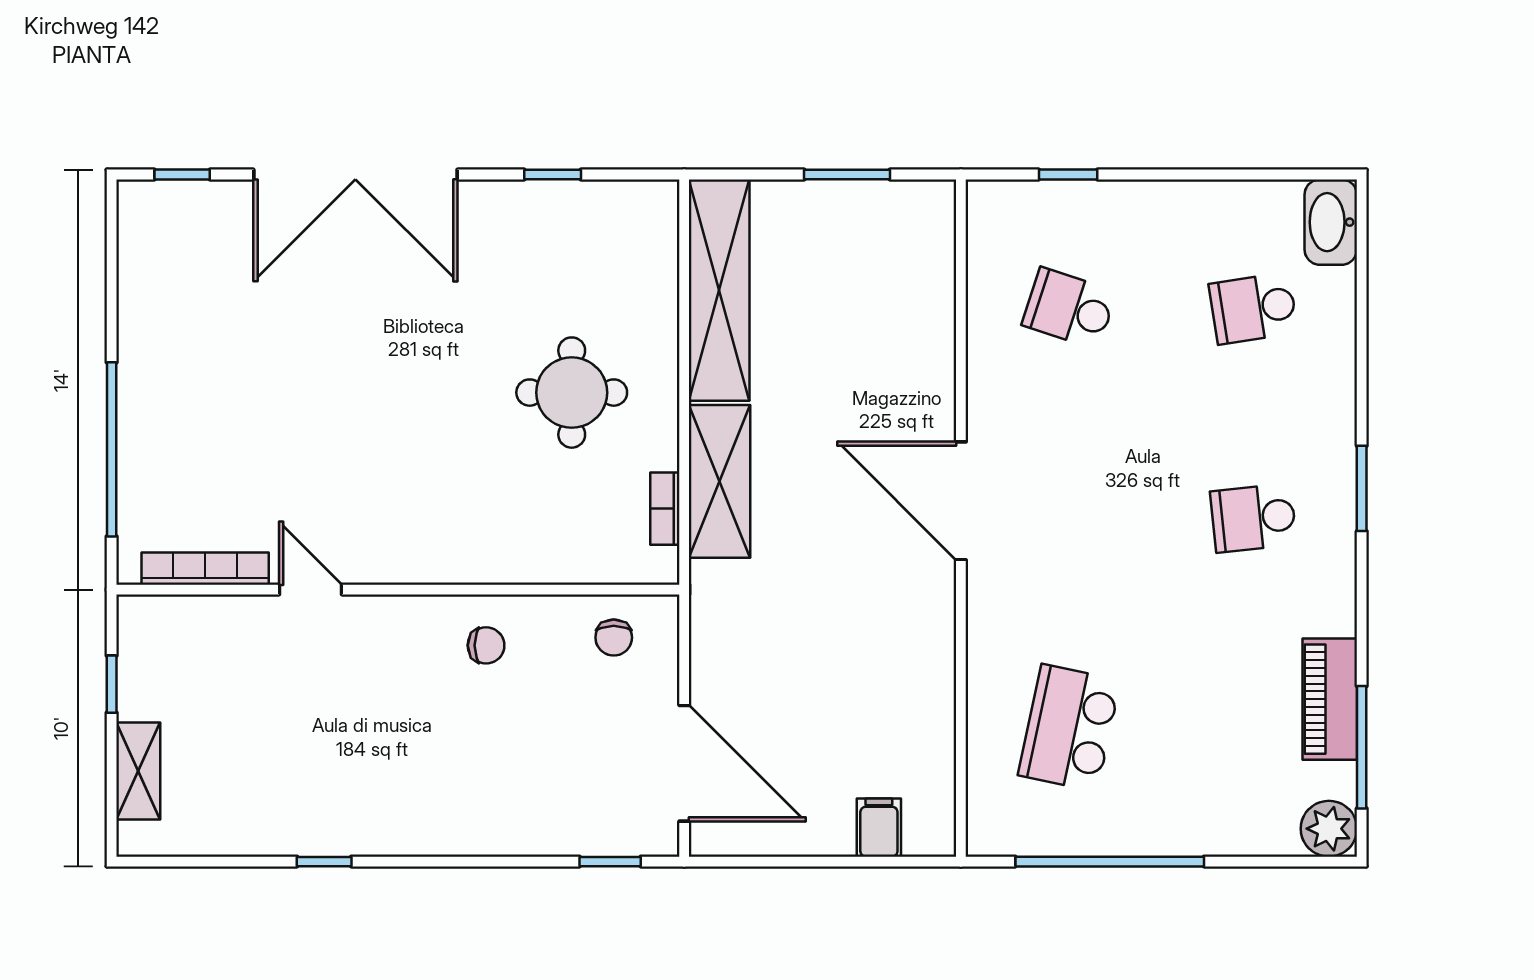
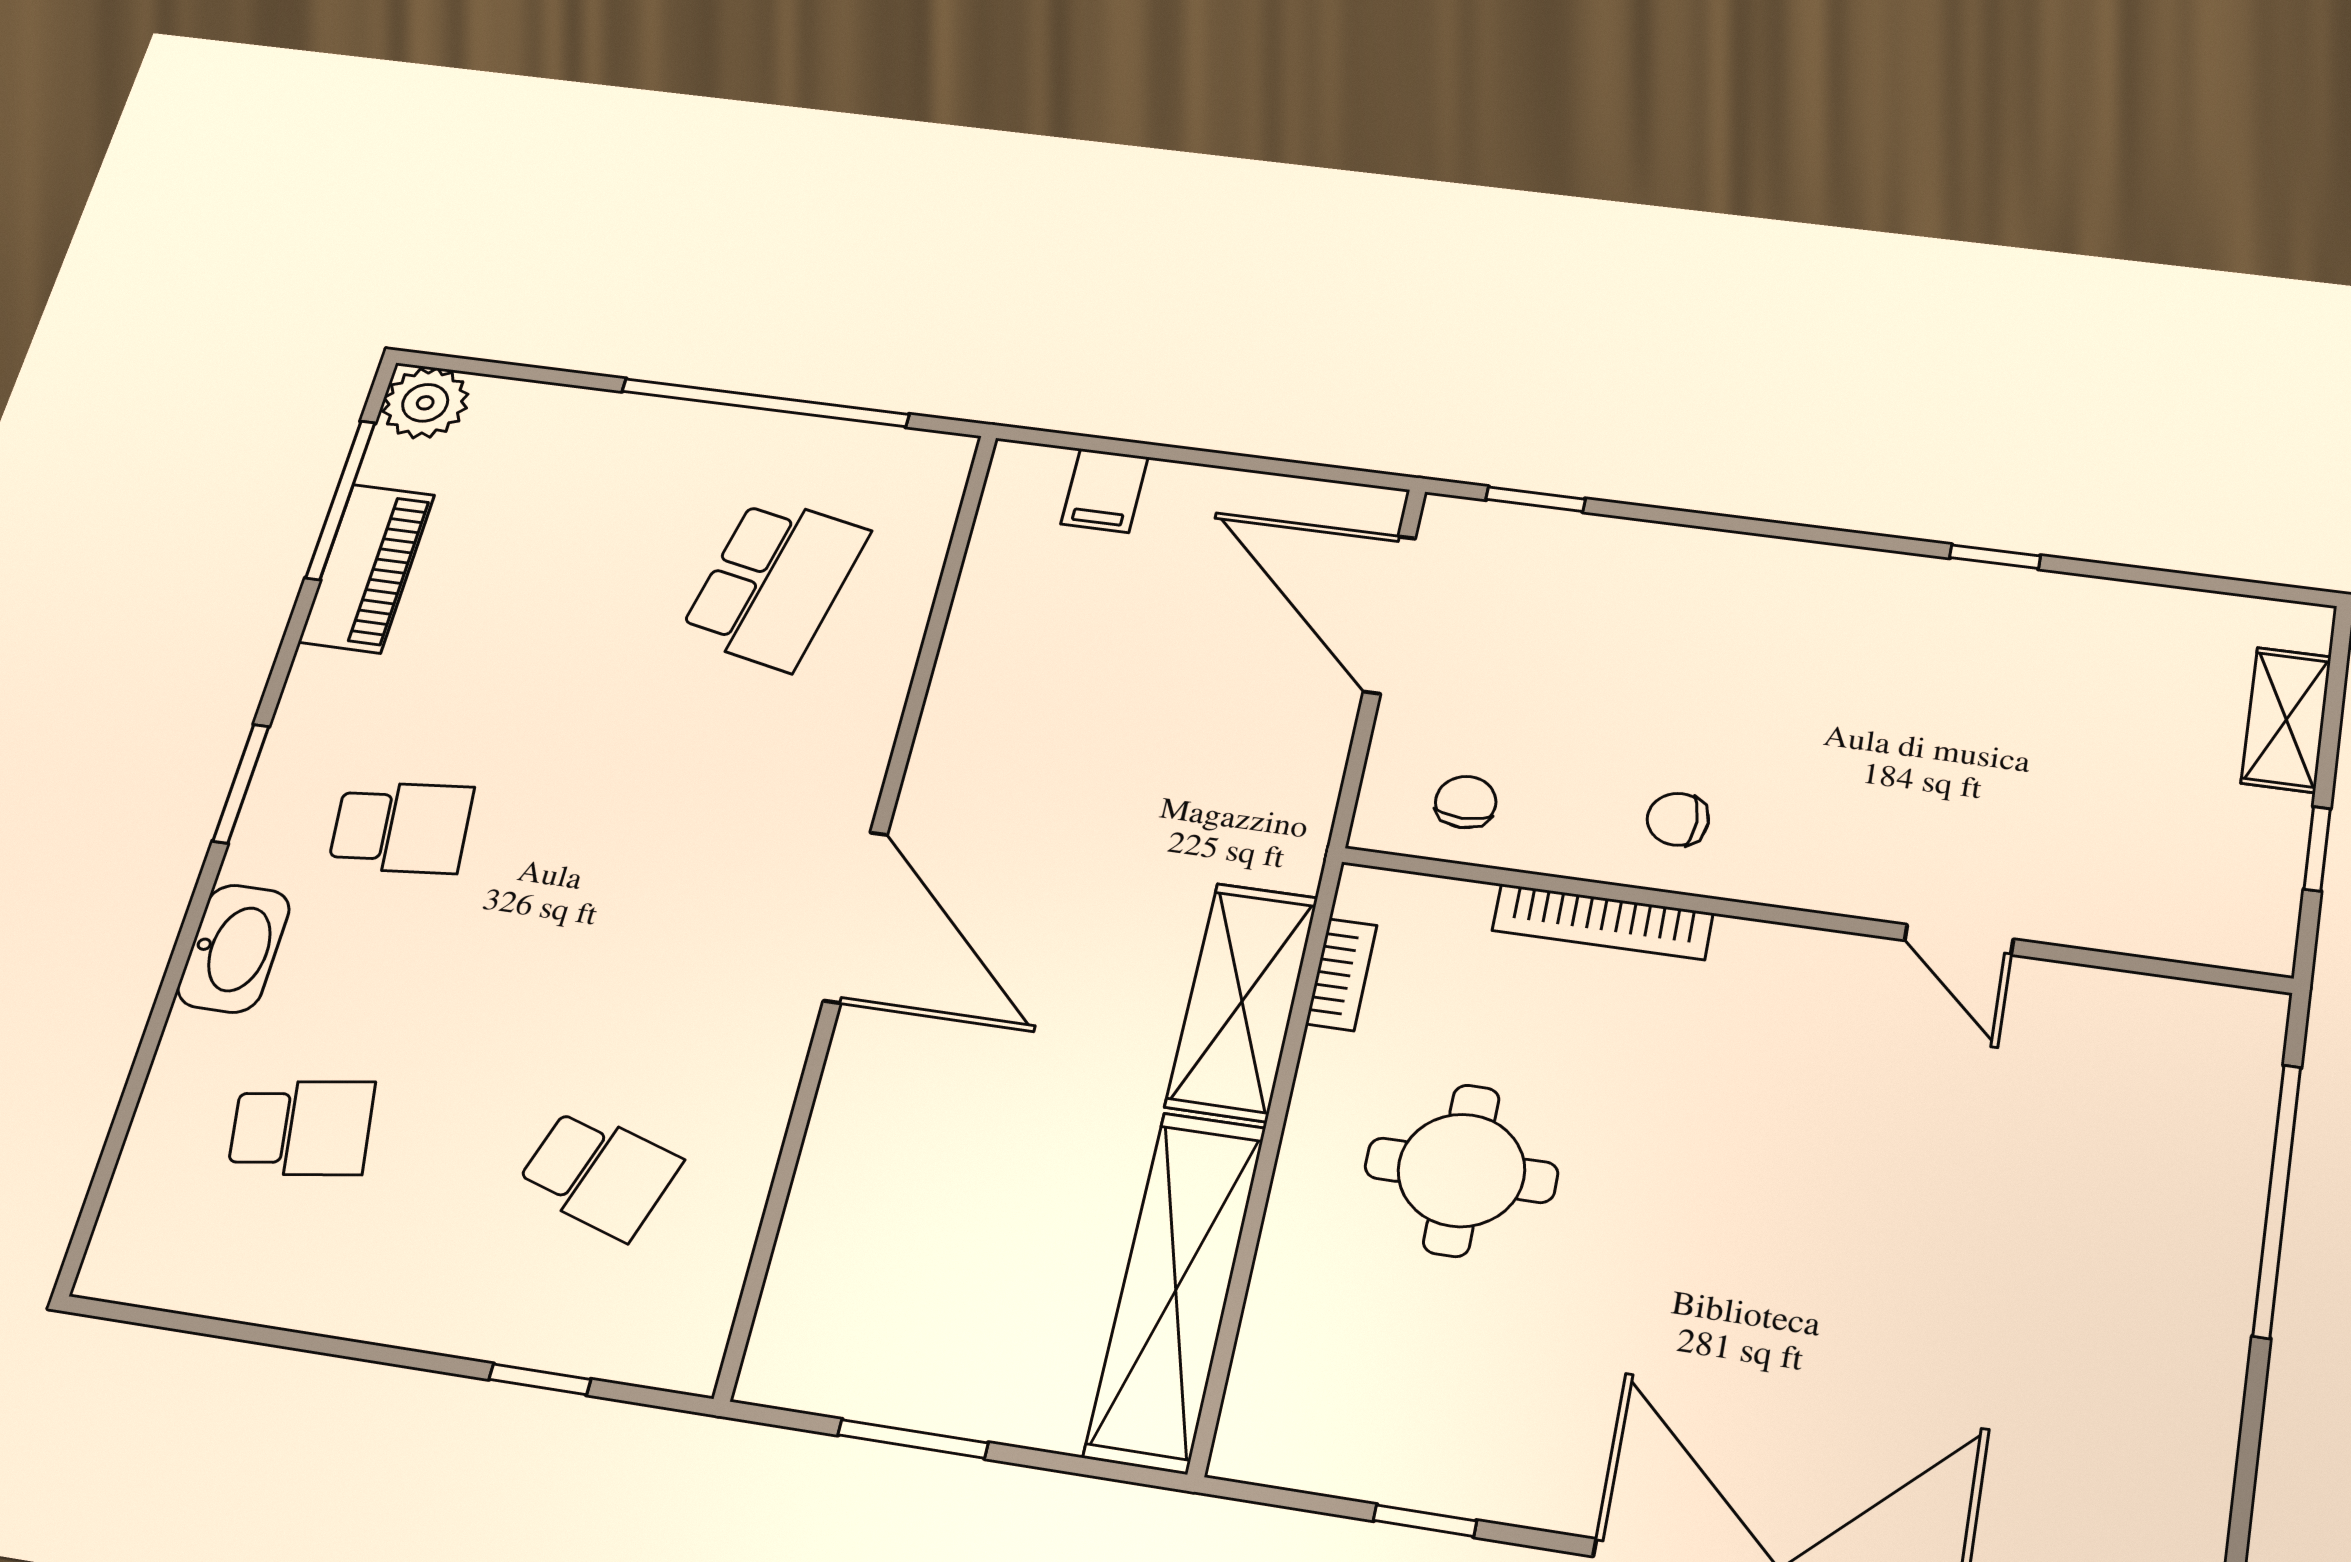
washbasin: (1331, 222) -> (234, 949), moved
window: (1362, 488) -> (241, 784), moved
bookcase: (205, 569) -> (1603, 922), moved

